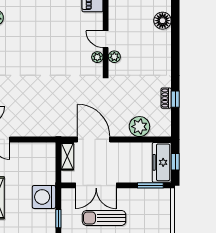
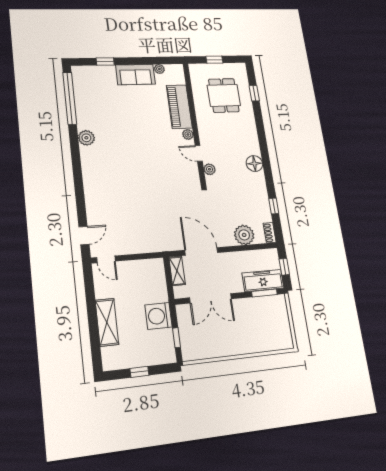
floor lamp: (162, 21) -> (254, 164), moved
plant: (97, 57) -> (188, 134), moved
shoe rack: (166, 98) -> (270, 233), moved
freezer: (162, 162) -> (263, 281), moved, turned 90
sun lounger: (104, 218) -> (224, 332), removed

